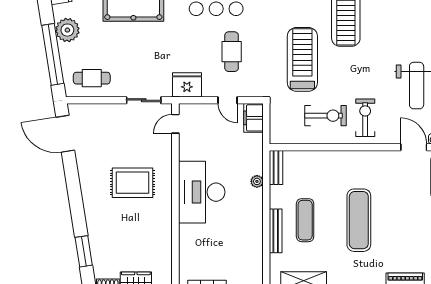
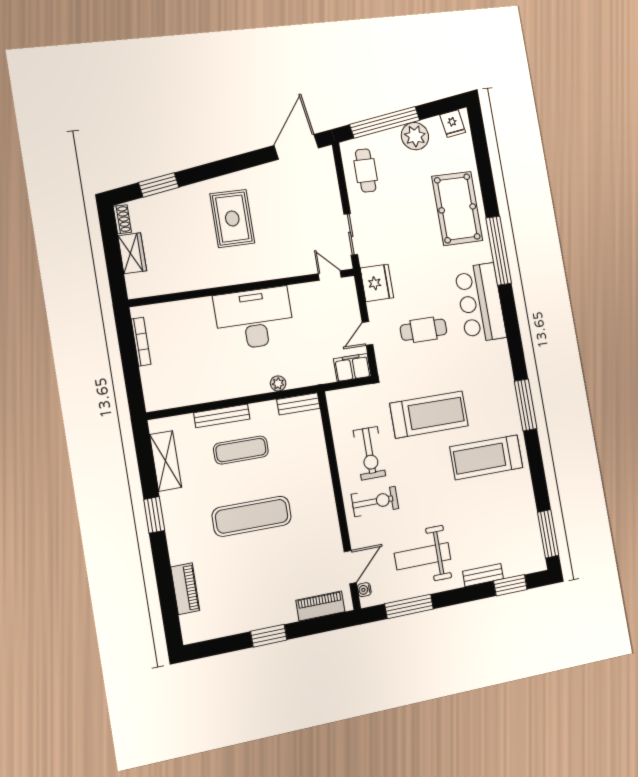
rug: (132, 183) -> (232, 218), moved

